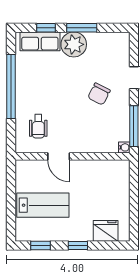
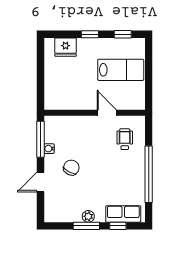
plant: (74, 44) -> (88, 216), width x0.53, depth x0.53
water cooler: (124, 147) -> (49, 149), moved
lab bench: (43, 205) -> (121, 70), turned 180

